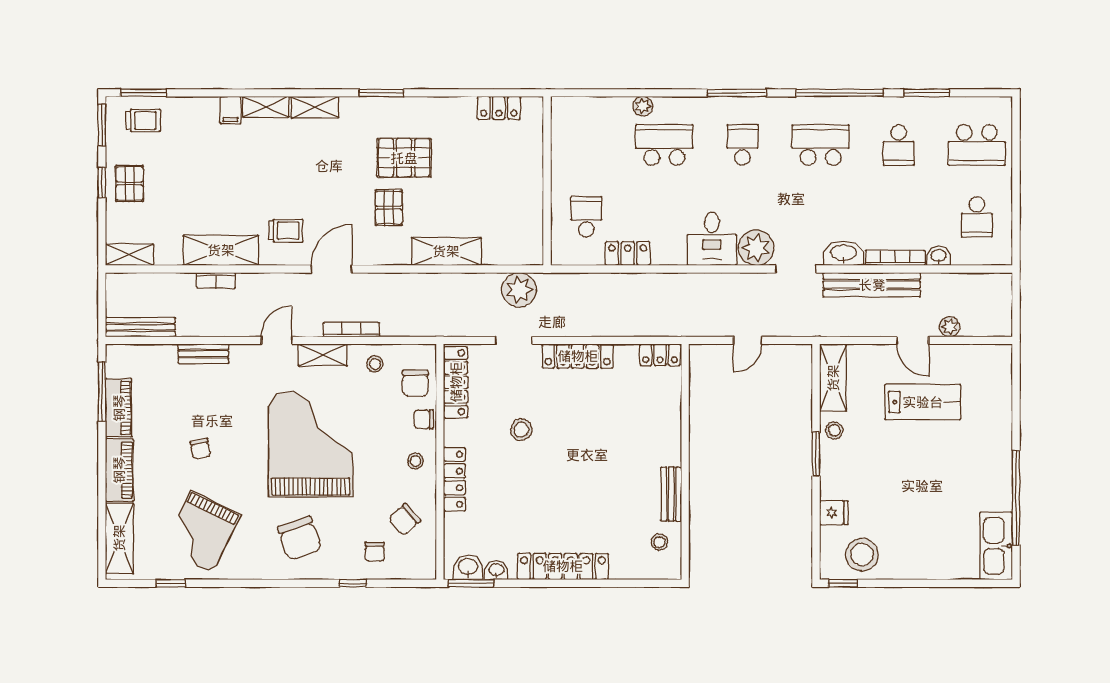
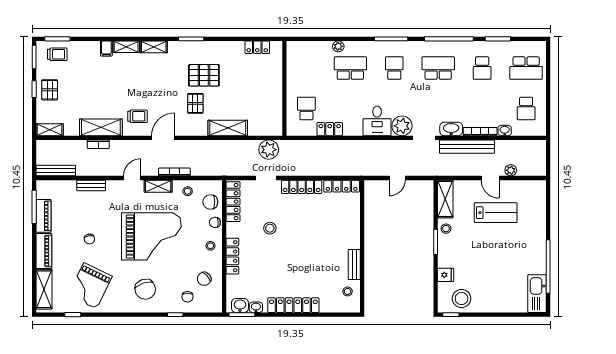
locker: (660, 355) -> (342, 186), width x1.53
chair: (415, 383) -> (210, 202), turned 90
grand piano: (311, 444) -> (151, 236), turned 90

